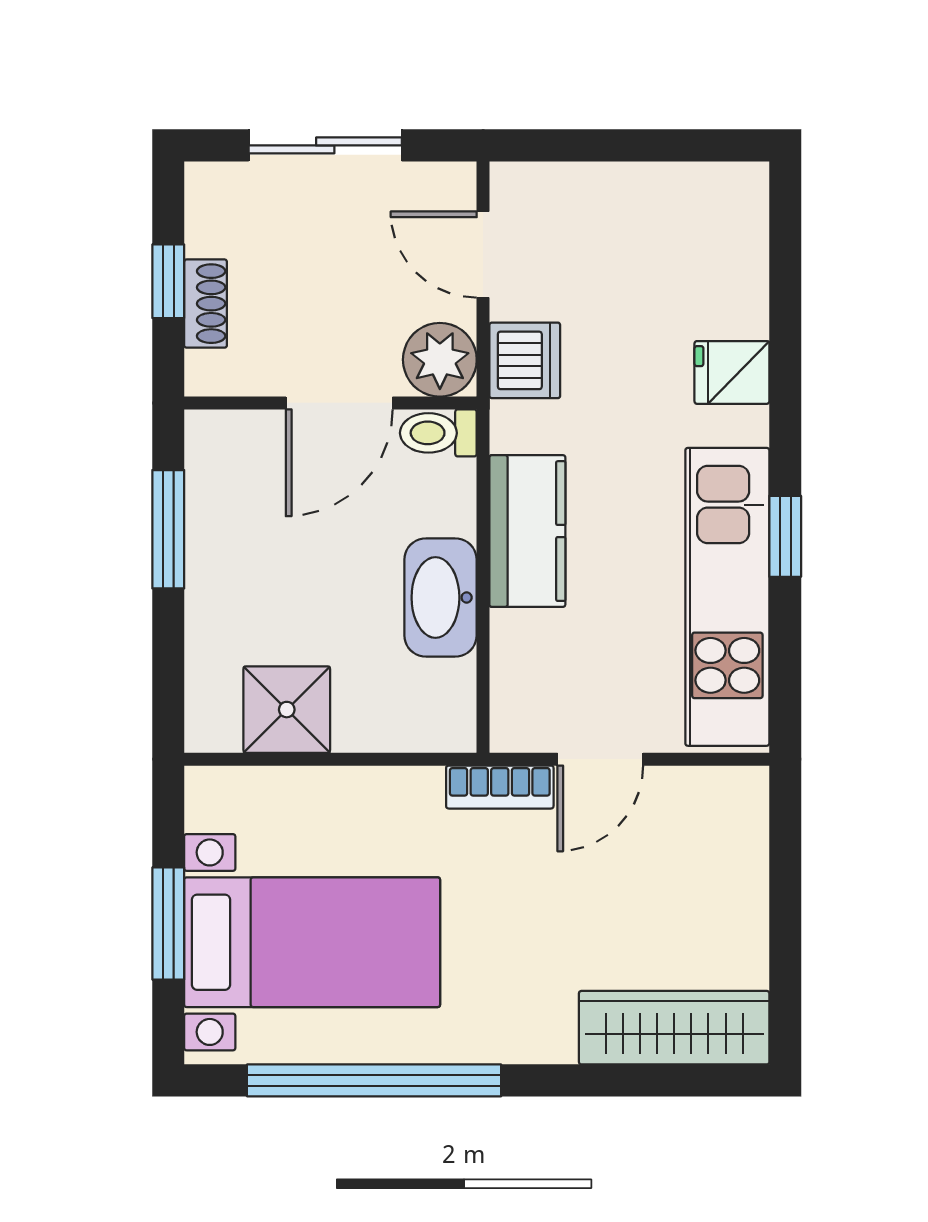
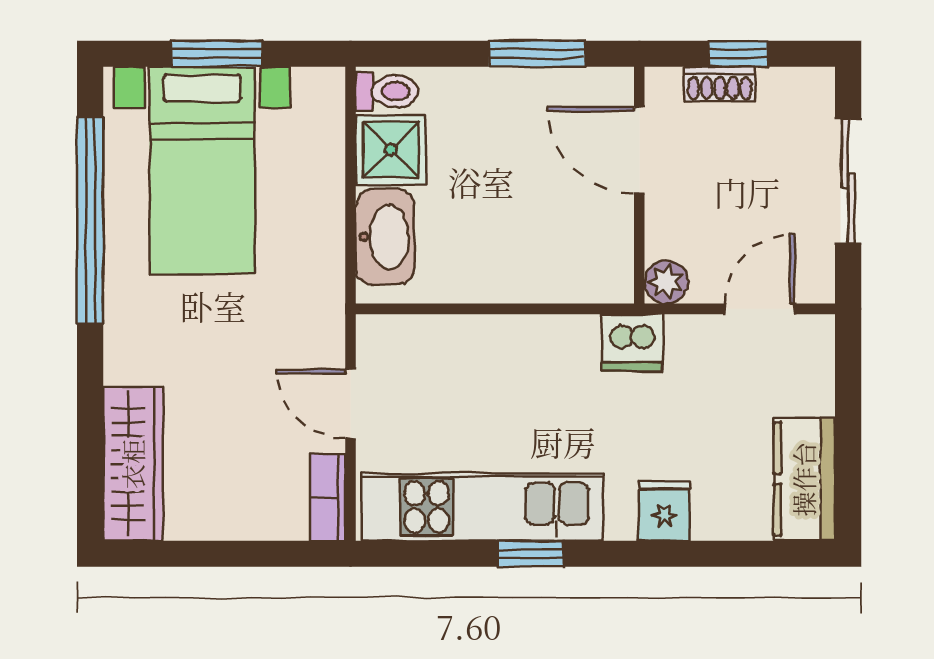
plant: (440, 360) -> (666, 282), width x0.73, depth x0.73
dishwasher: (525, 360) -> (632, 343), moved
door: (339, 403) -> (639, 150), moved
toilet: (438, 433) -> (387, 91), moved, turned 90
kitchen counter: (527, 531) -> (804, 479), moved, turned 90
washbasin: (441, 598) -> (385, 237), moved, turned 90
bookcase: (500, 787) -> (328, 497), moved

